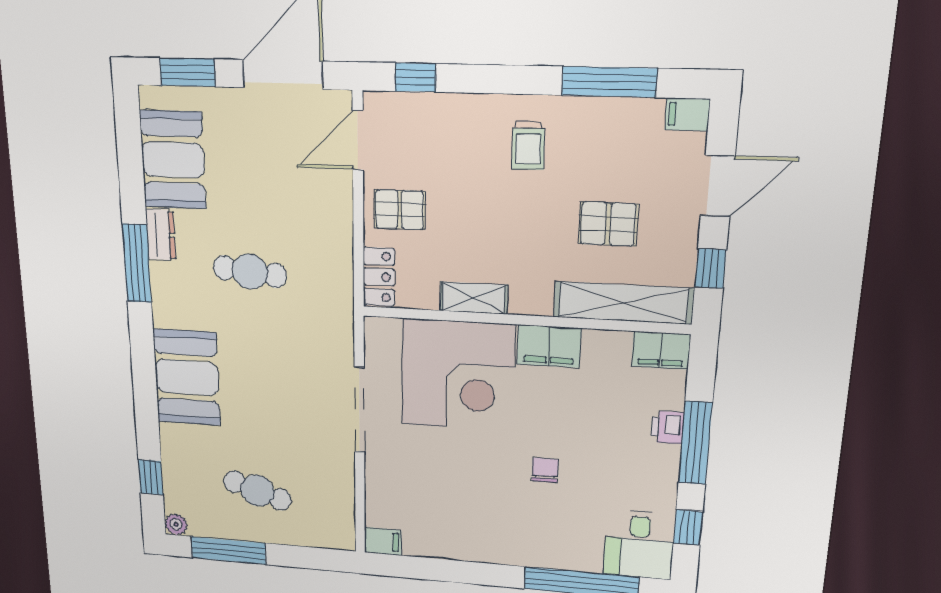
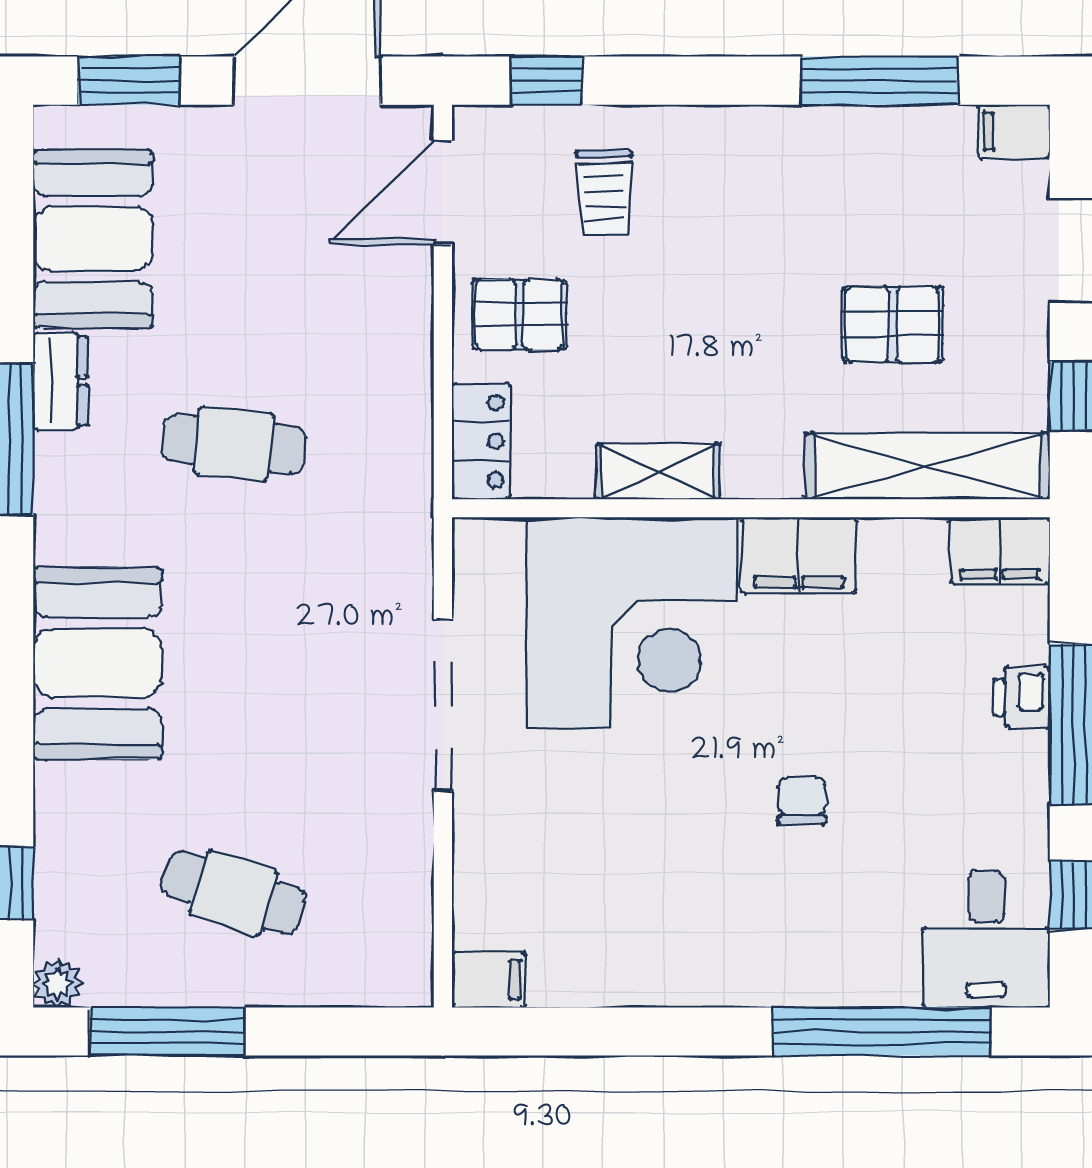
trolley: (528, 146) -> (604, 193), moved

